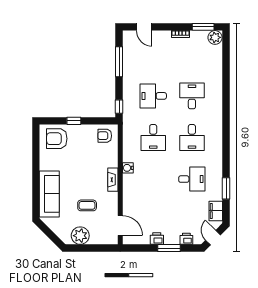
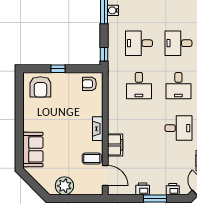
desk: (192, 96) -> (178, 43), turned -90
armchair: (57, 139) -> (40, 87), turned -90
water cooler: (128, 168) -> (113, 10), moved
sofa: (49, 194) -> (33, 149), width x0.73
filing cabinet: (130, 196) -> (115, 145), added
coffee table: (87, 205) -> (92, 158), moved

